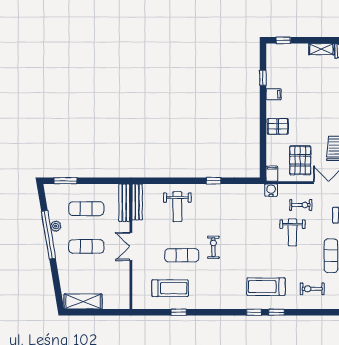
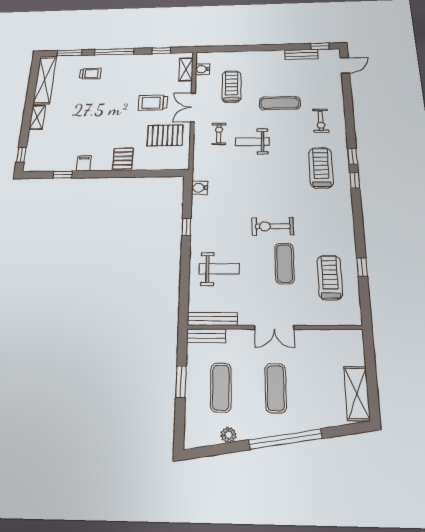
filing cabinet: (272, 174) -> (180, 164), removed
window: (65, 181) -> (181, 382), moved
water cooler: (271, 190) -> (200, 188), moved
bench: (124, 203) -> (206, 336), width x0.73
plant: (56, 226) -> (228, 435), moved
weight bench: (292, 232) -> (252, 142), turned 180
window: (48, 235) -> (285, 439), moved
exercise bike: (213, 247) -> (273, 226), width x1.38, depth x1.39
treadmill: (266, 287) -> (321, 168), turned 180

